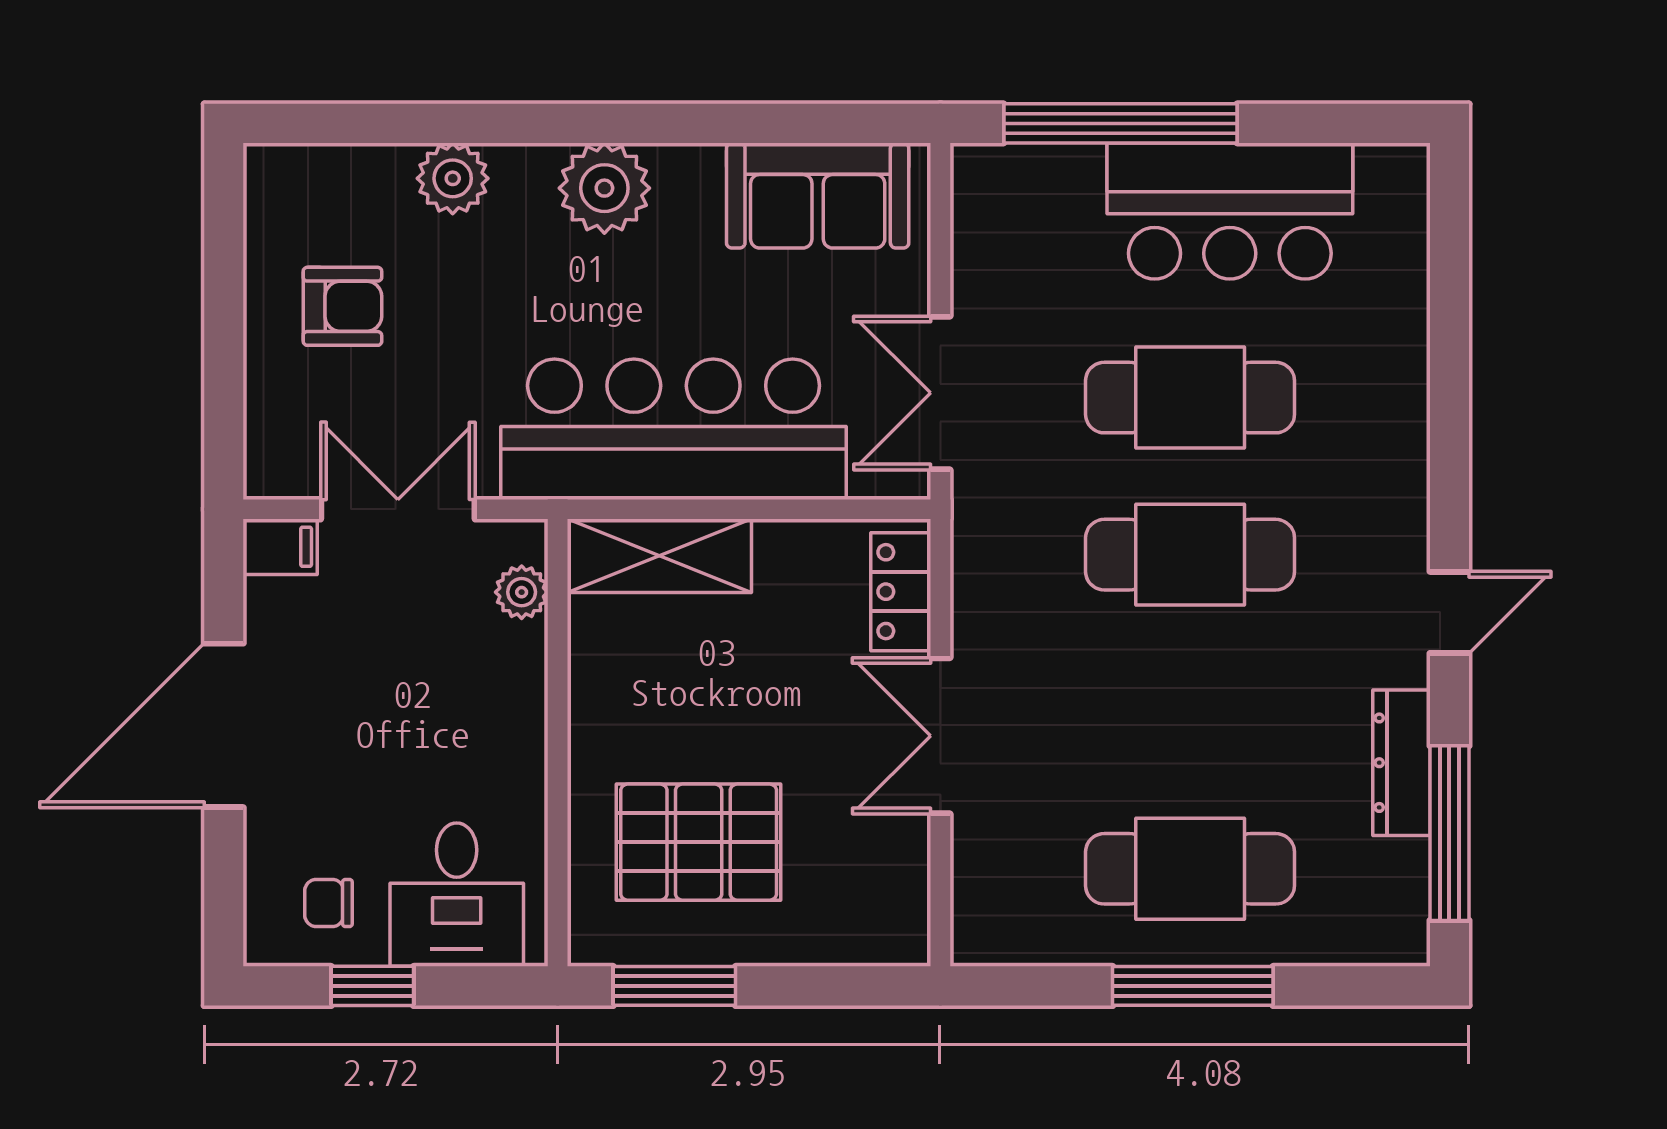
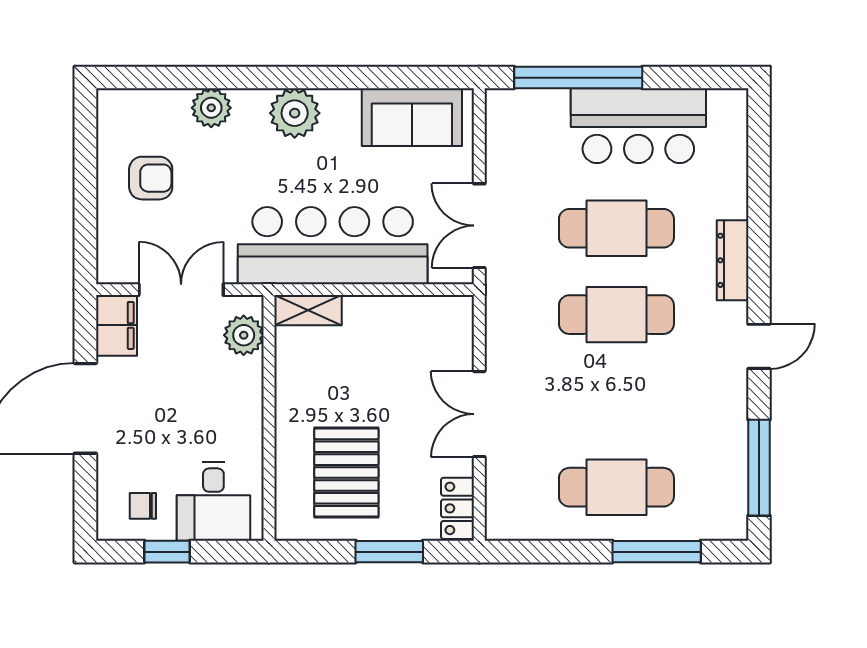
filing cabinet: (280, 547) -> (116, 325), width x2.00
shelving: (659, 556) -> (308, 310), width x0.67, depth x0.75
plant: (522, 592) -> (244, 335), width x1.38, depth x1.38
locker: (901, 592) -> (457, 508), moved
dresser: (1401, 763) -> (733, 260), moved
pallet: (699, 842) -> (346, 473), turned 90
window: (674, 986) -> (389, 552), moved
window: (1193, 986) -> (657, 552), moved

